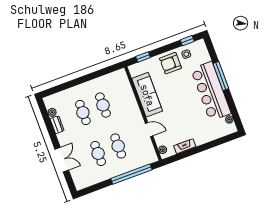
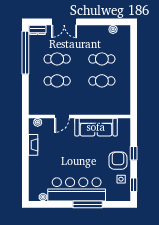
window: (143, 57) -> (134, 153), moved
dresser: (57, 125) -> (37, 30), moved
window: (131, 174) -> (25, 53), moved

